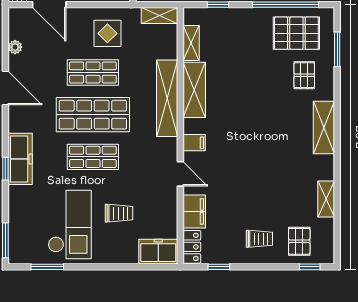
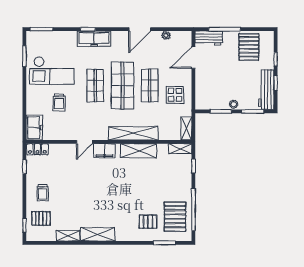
shelving: (191, 43) -> (180, 149), moved
shelving: (324, 128) -> (98, 234), moved
filing cabinet: (194, 143) -> (104, 151), width x2.00
filing cabinet: (194, 211) -> (60, 151), removed

